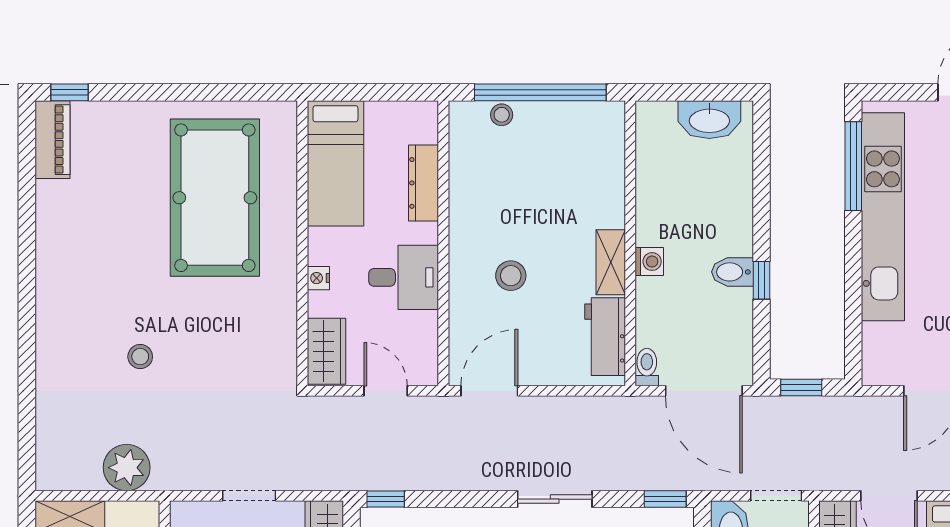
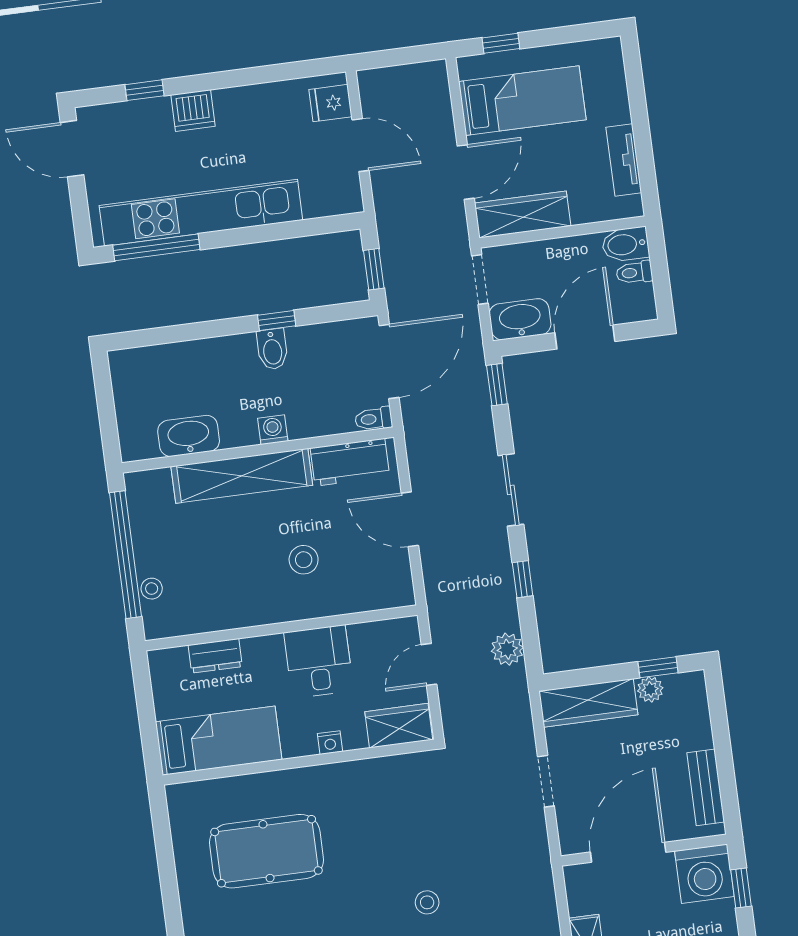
washbasin: (709, 120) -> (189, 436), moved, turned -90
dresser: (424, 183) -> (215, 656), width x0.70
pool table: (215, 198) -> (266, 851), width x0.73, depth x0.76
shelving: (611, 262) -> (242, 476), width x2.20, depth x1.33
door: (489, 391) -> (410, 519), moved
plant: (127, 468) -> (507, 649), moved, width x0.73, depth x0.73
window: (386, 499) -> (523, 579), moved

